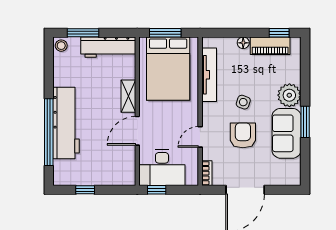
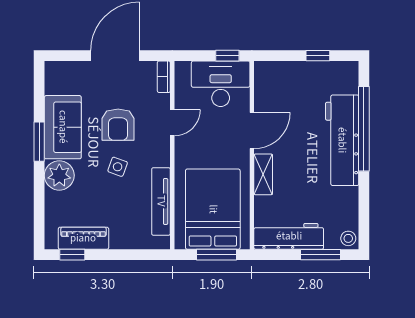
floor lamp: (243, 43) -> (118, 242), removed

